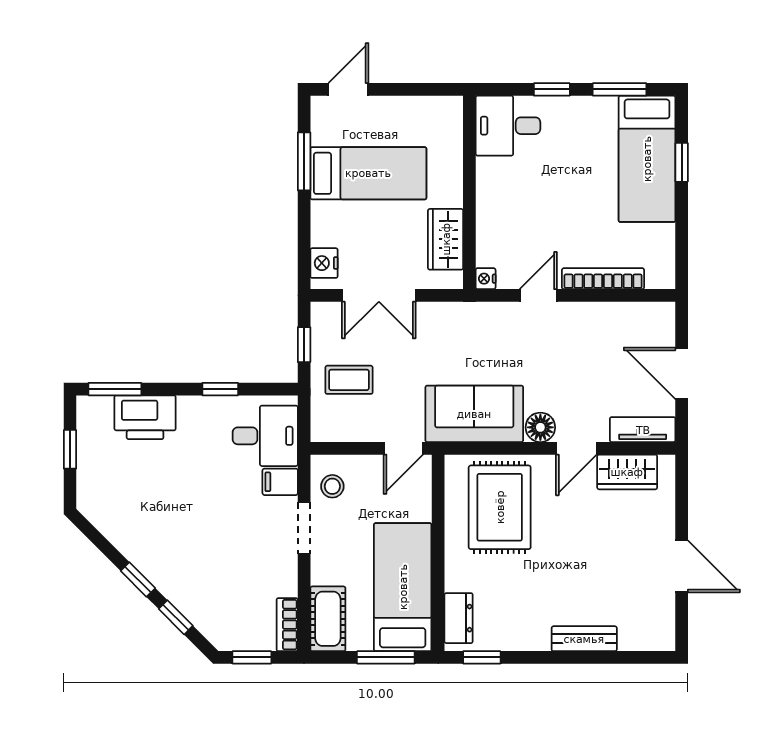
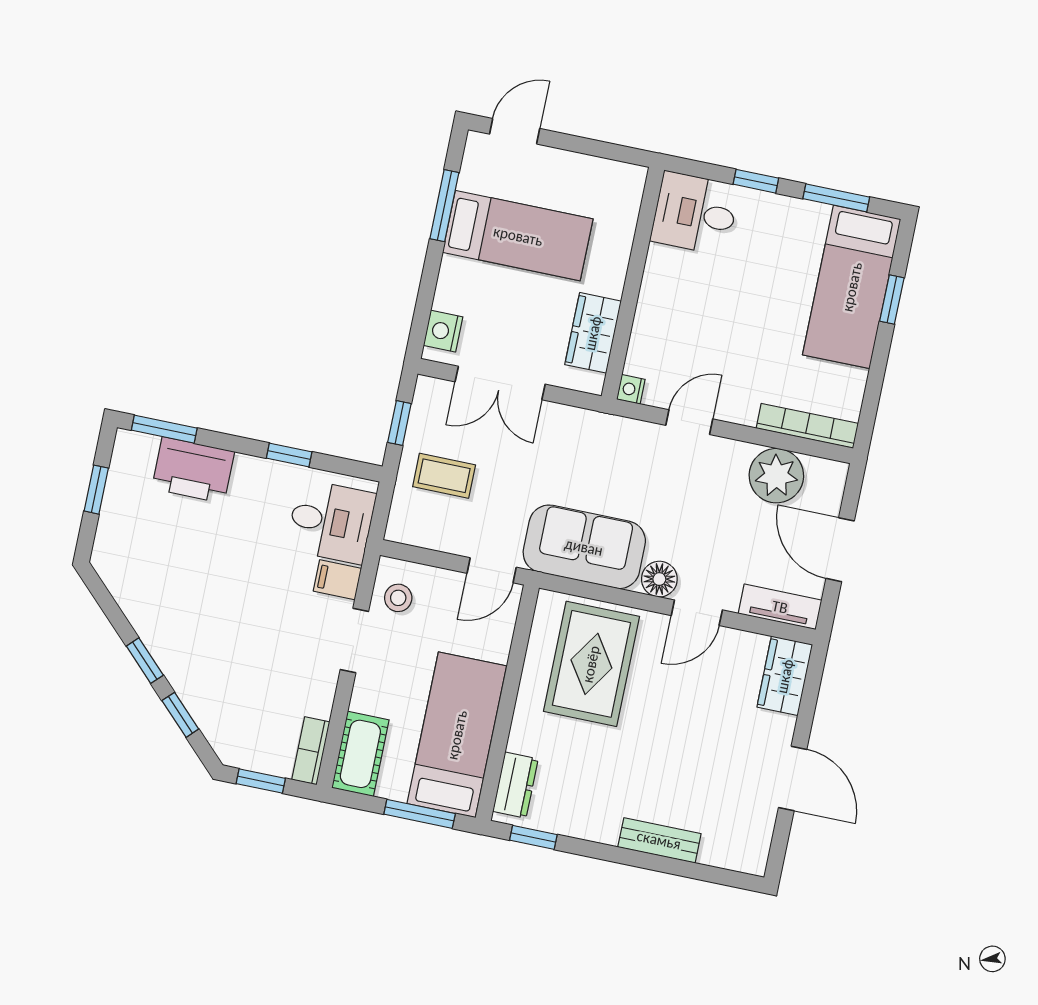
bookcase: (603, 279) -> (807, 426), moved
plant: (618, 324) -> (776, 476), added
wardrobe: (627, 472) -> (785, 676), moved, turned 90

